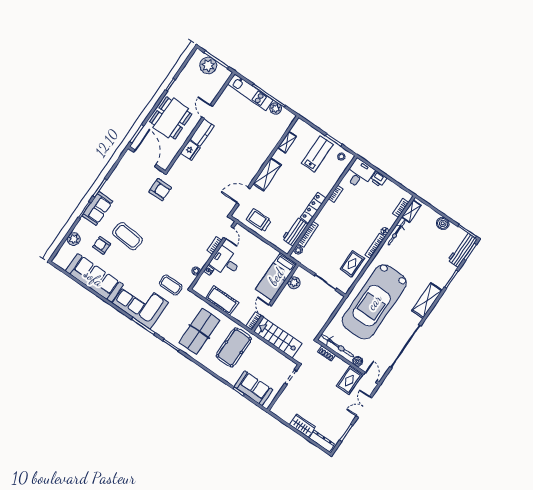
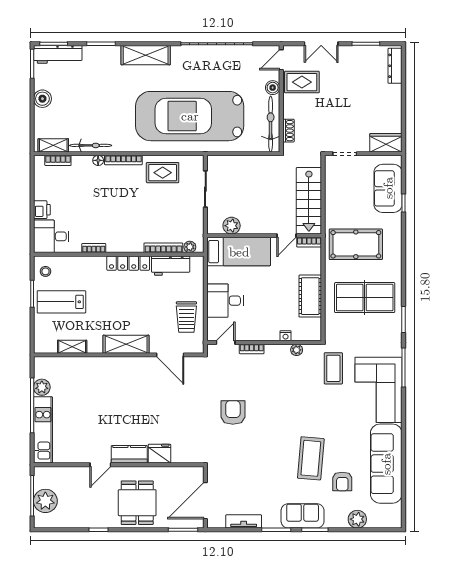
dining table: (171, 118) -> (137, 503), width x0.73
tv unit: (118, 172) -> (244, 521), added
armchair: (160, 190) -> (233, 412), moved
desk: (225, 262) -> (225, 301), moved, turned 90
car: (374, 302) -> (190, 116), turned 180
wardrobe: (302, 426) -> (386, 143), moved, turned 90

